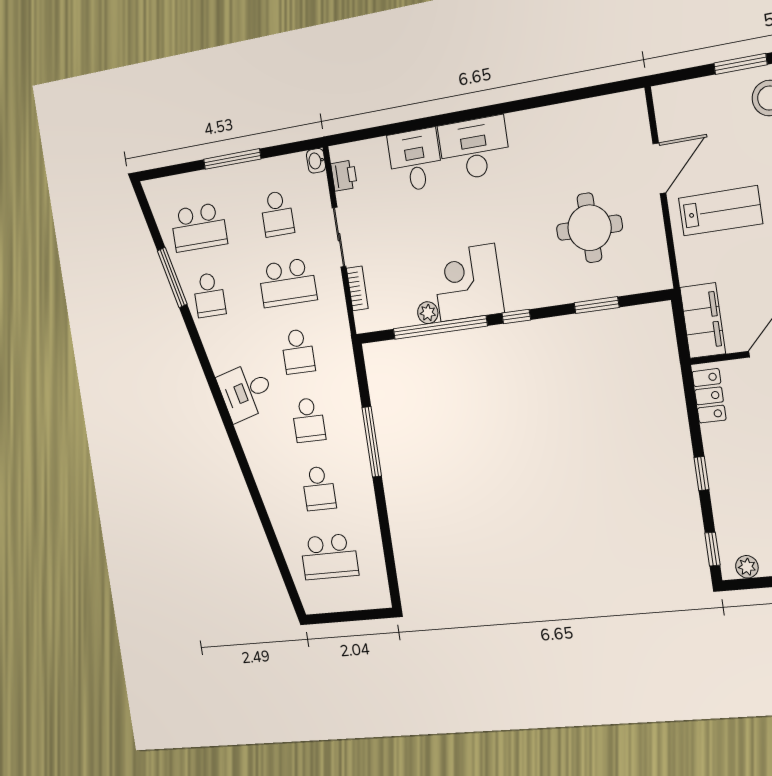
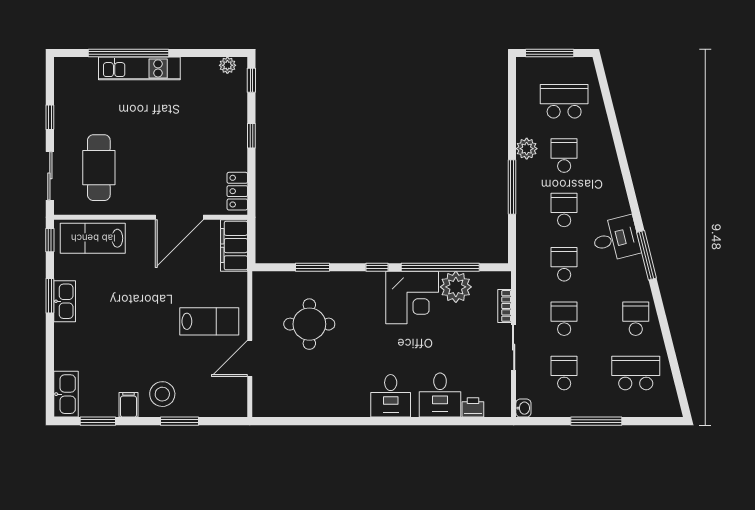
desk: (474, 148) -> (391, 396), width x0.73
printer: (344, 176) -> (473, 407), moved, turned 90
lab bench: (721, 211) -> (209, 321), turned 180
window: (172, 278) -> (647, 255), moved
school desk: (288, 283) -> (564, 319), width x0.54
plant: (428, 313) -> (456, 287), width x1.87, depth x1.87
plant: (362, 493) -> (527, 149), added
window: (355, 616) -> (550, 53), added

